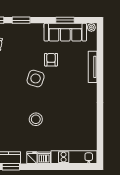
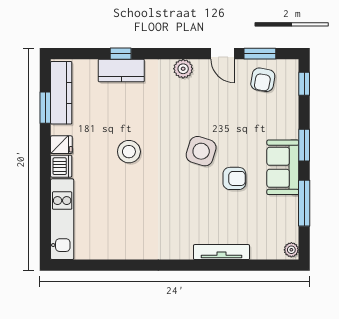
window: (21, 20) -> (304, 145), moved
window: (65, 20) -> (304, 203), width x1.44
sofa: (65, 32) -> (283, 167), moved, width x0.73

